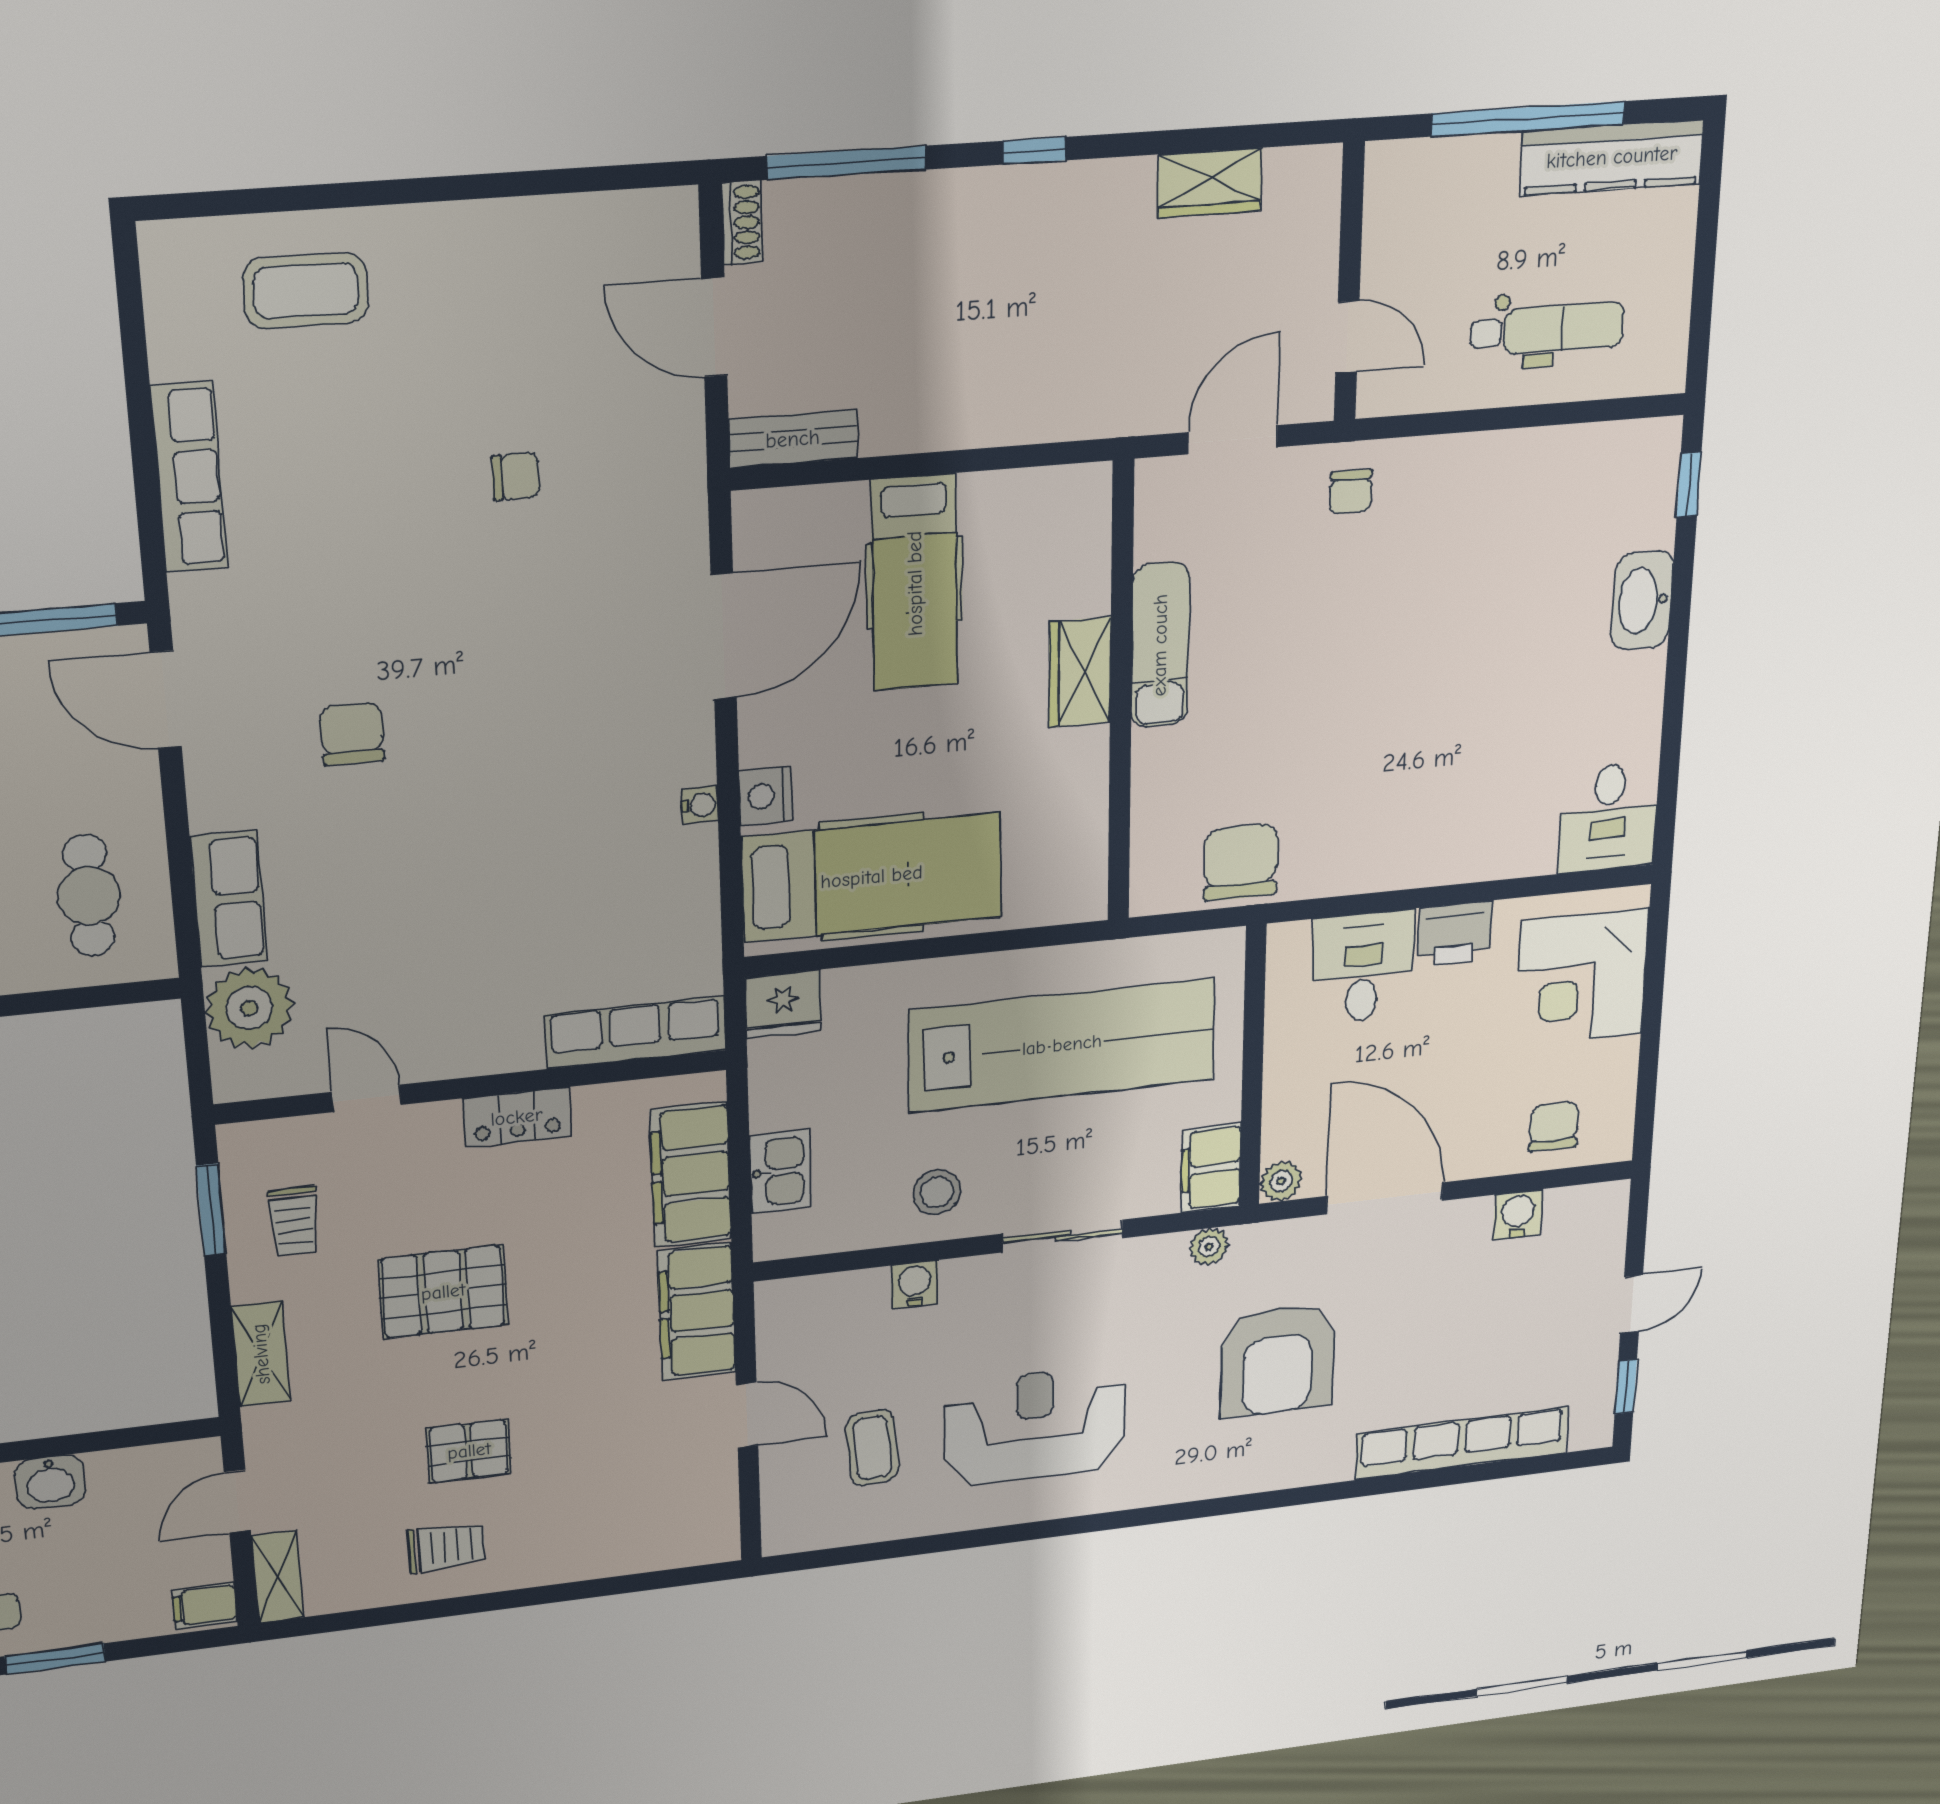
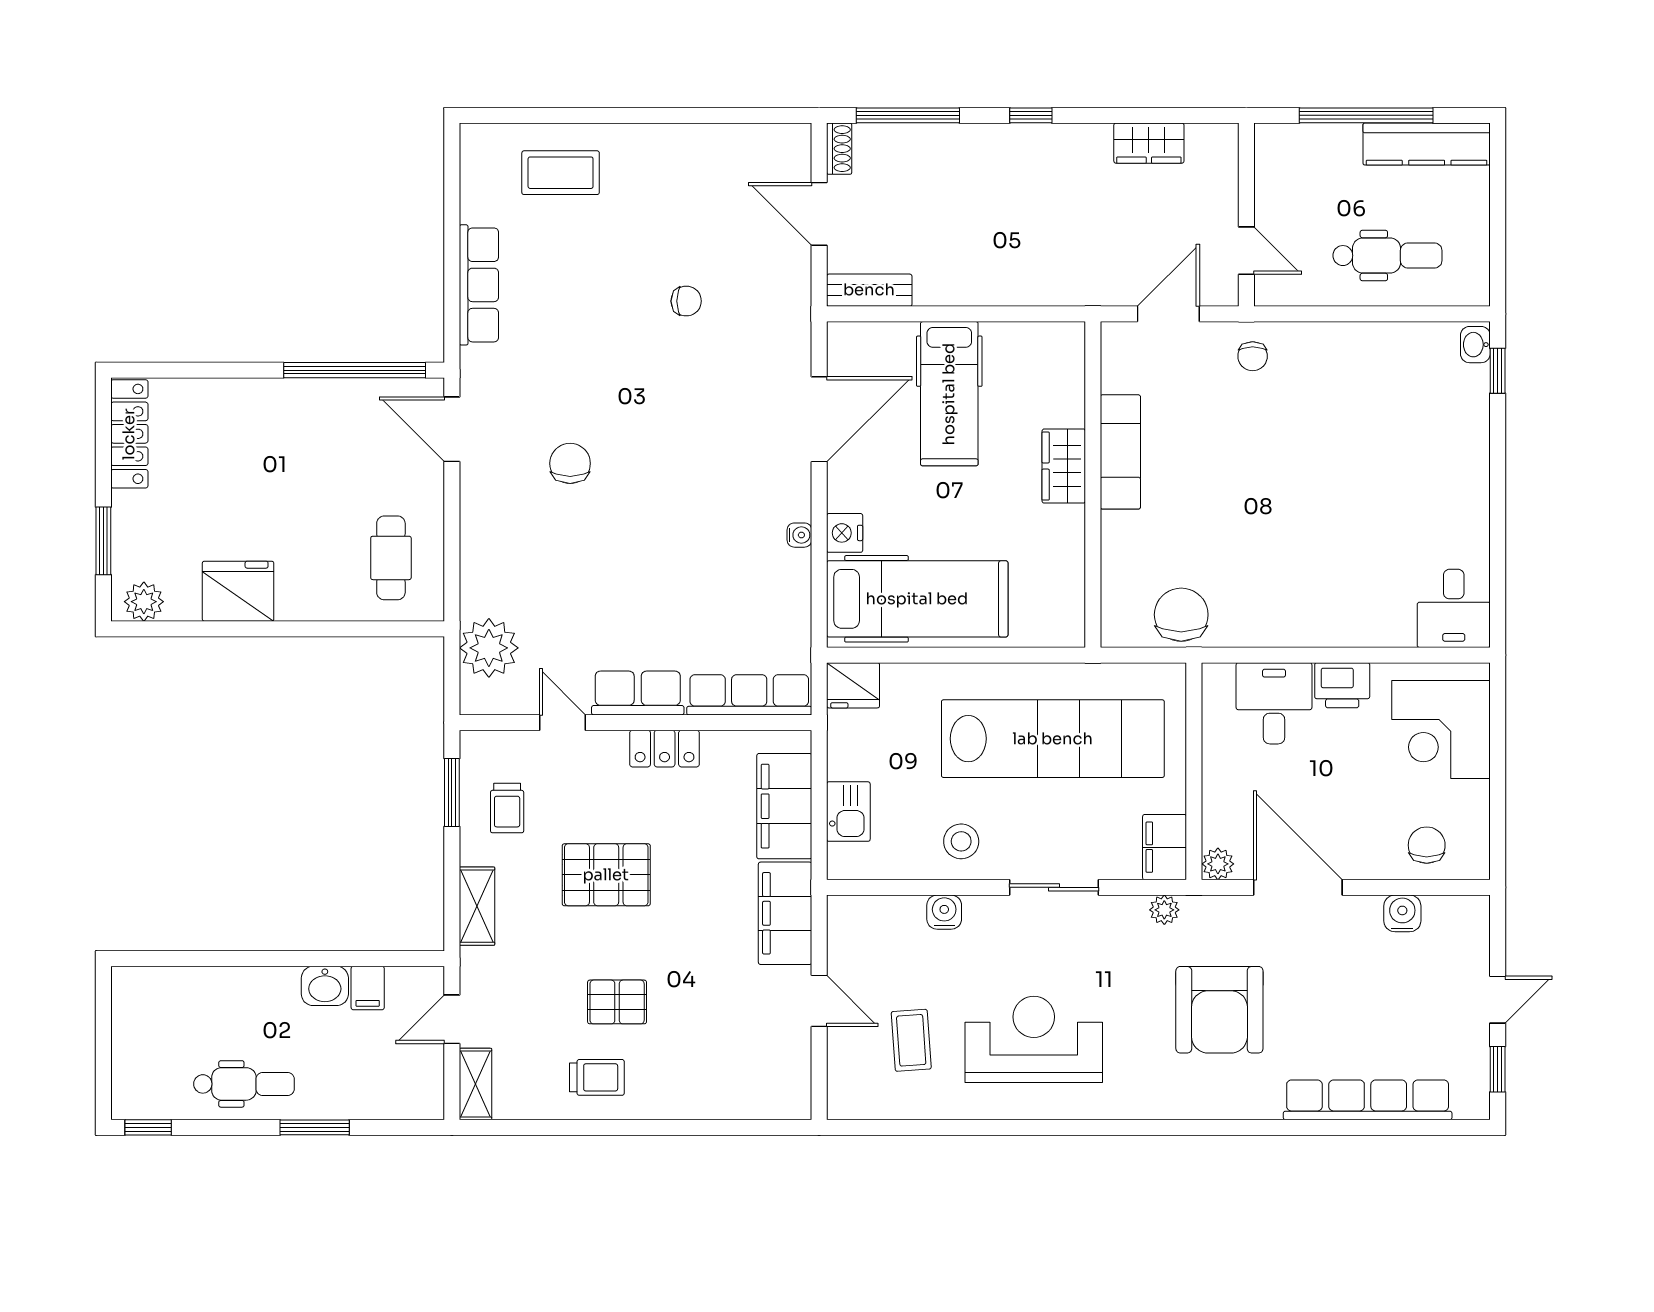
washbasin: (1642, 600) -> (1475, 345), moved, width x0.52, depth x0.69
row of seats: (229, 899) -> (638, 693), moved, turned -90
filing cabinet: (205, 1606) -> (368, 988), moved, turned -90

